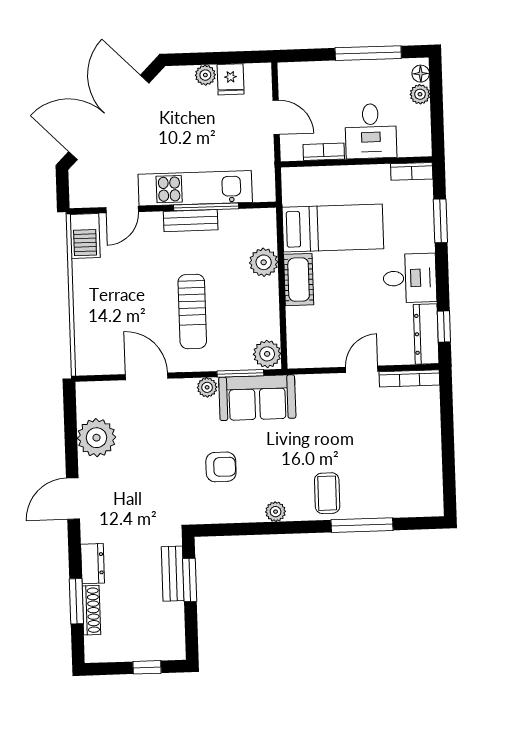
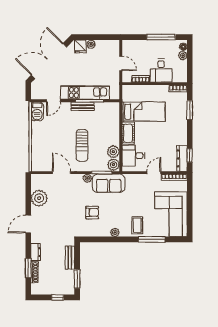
fridge: (231, 79) -> (80, 46), moved
plant: (264, 262) -> (113, 152), moved
desk: (410, 278) -> (133, 156), moved, turned 180
corner sofa: (405, 465) -> (171, 214), added
window: (190, 580) -> (77, 279), moved

